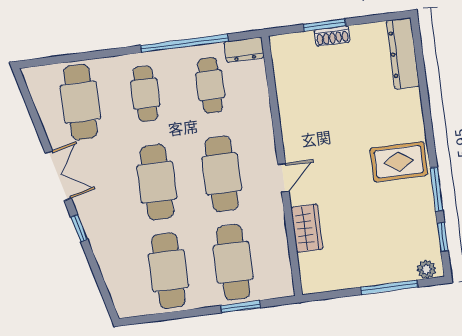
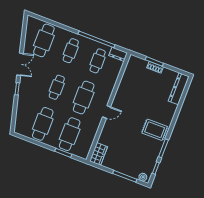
cafe table: (157, 182) -> (57, 87), width x0.73, depth x0.74
wardrobe: (307, 228) -> (99, 154), moved

